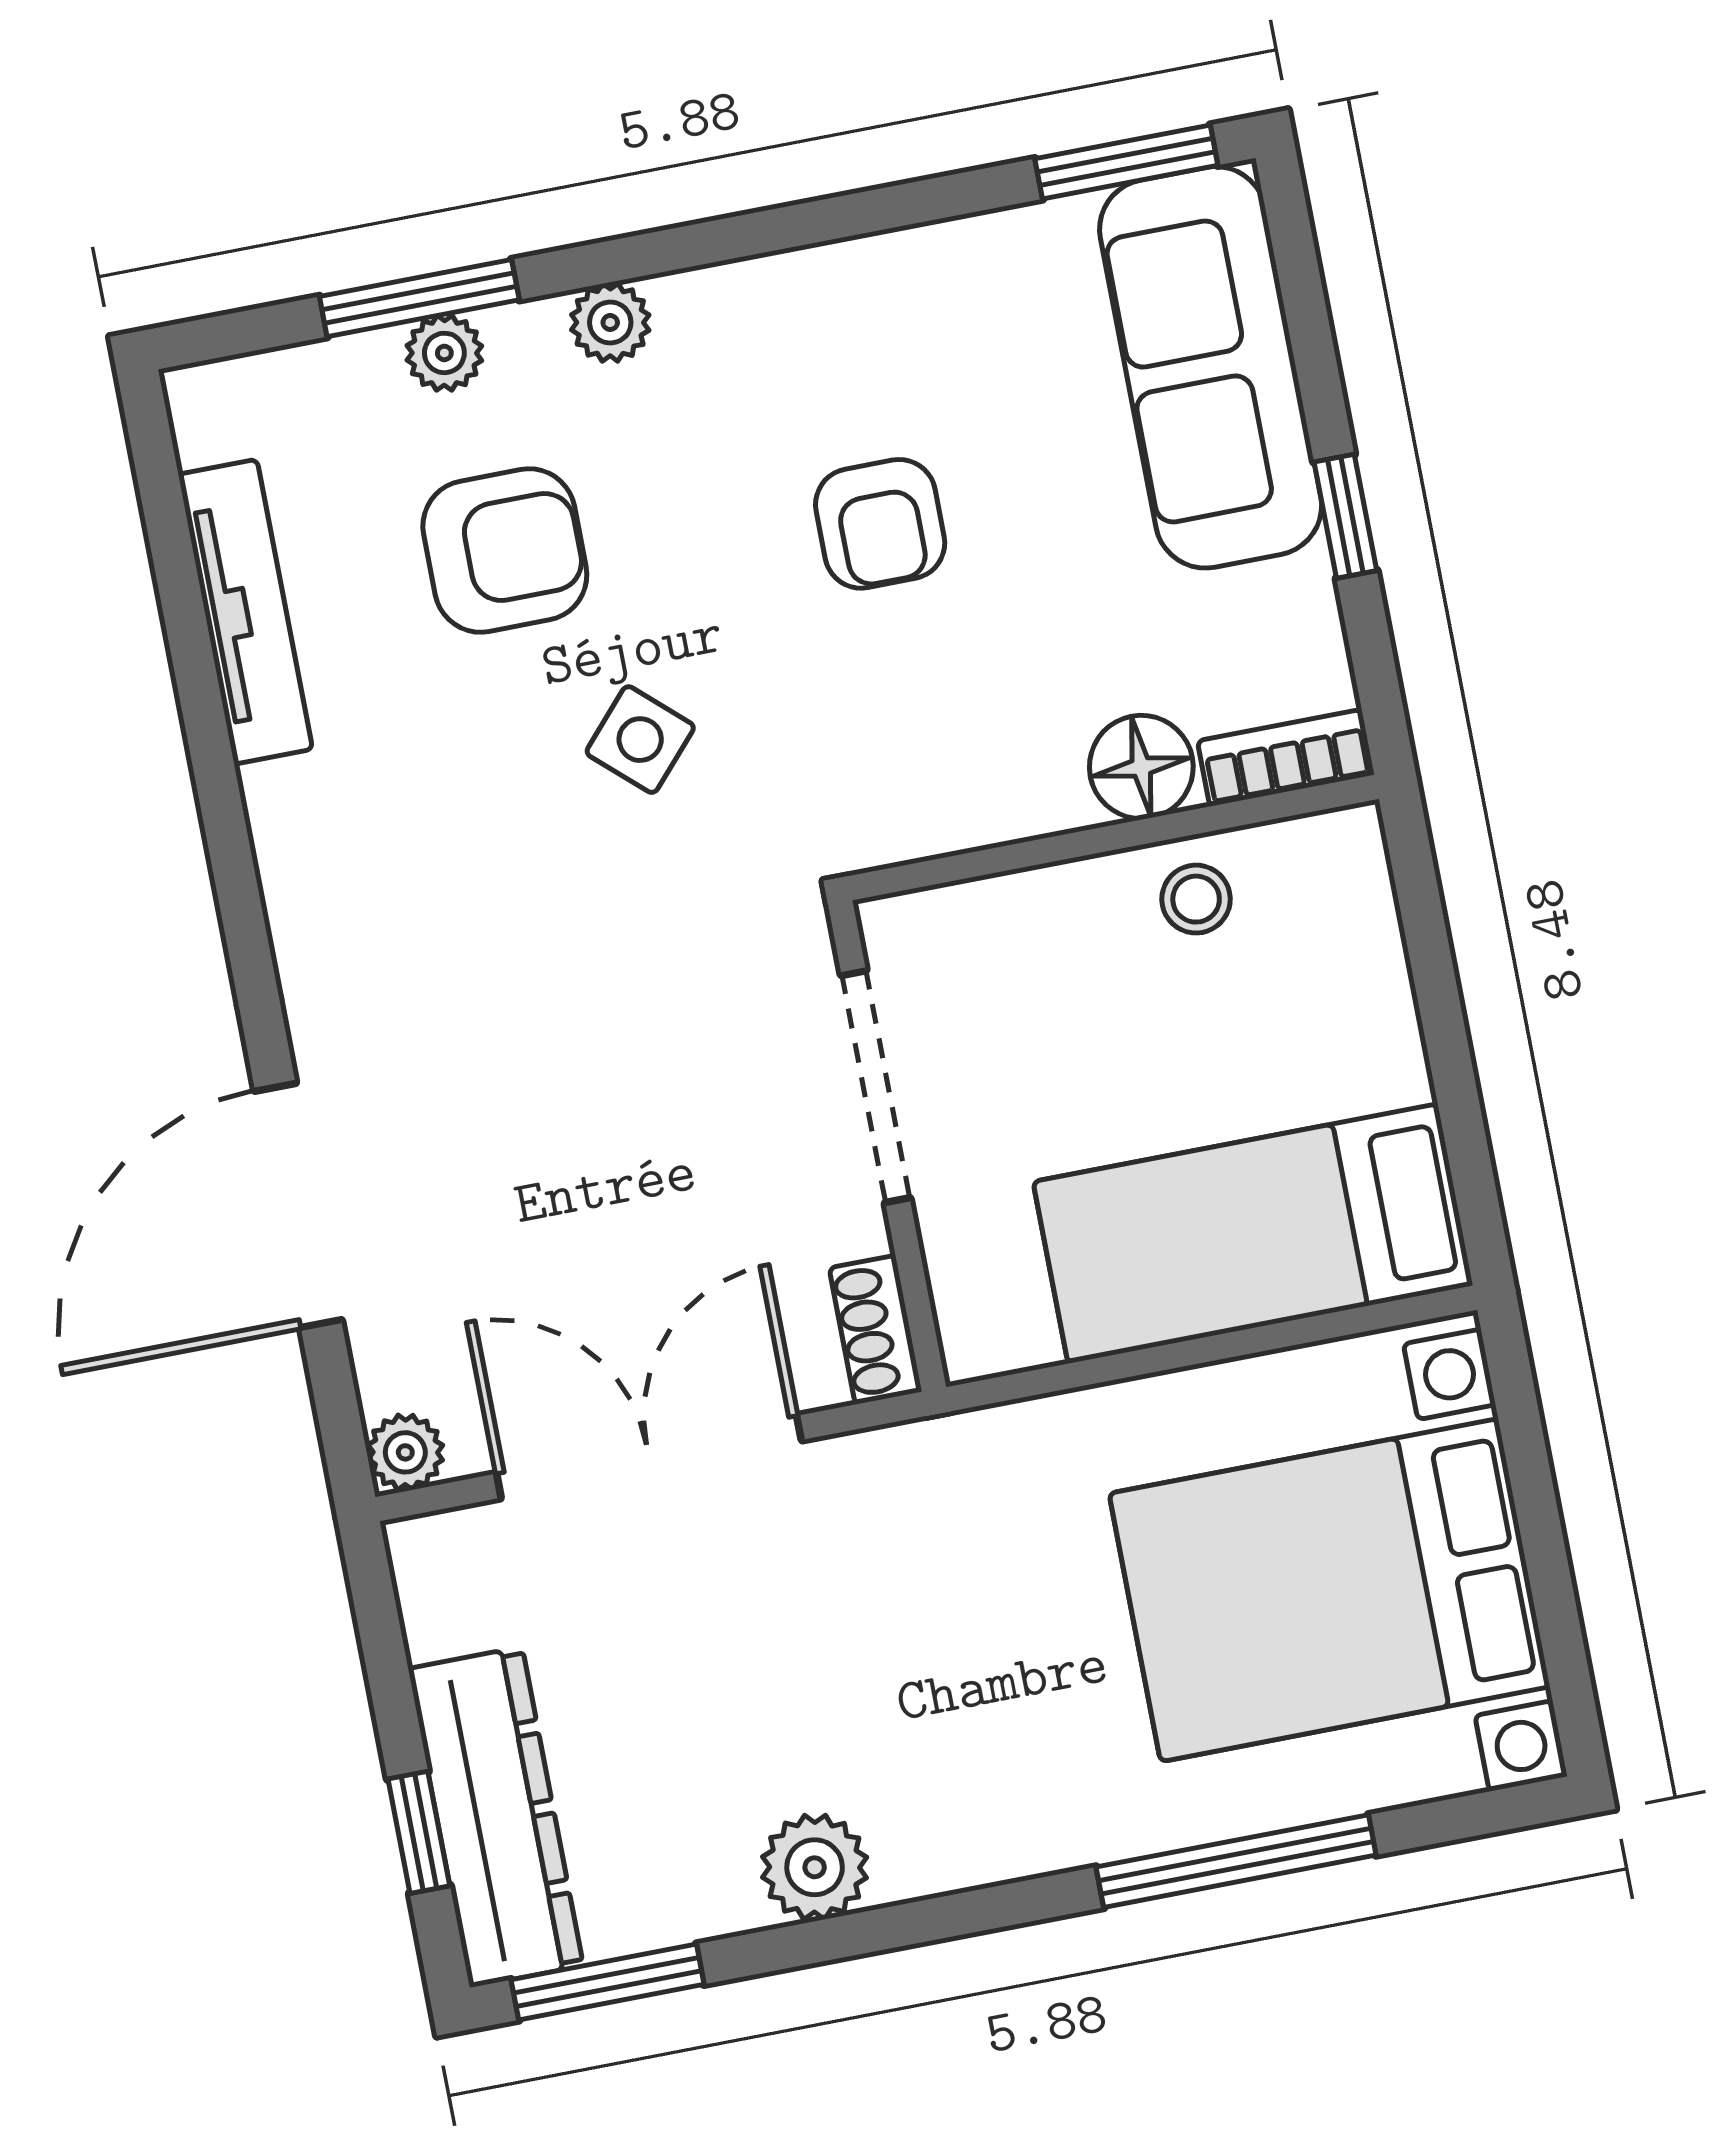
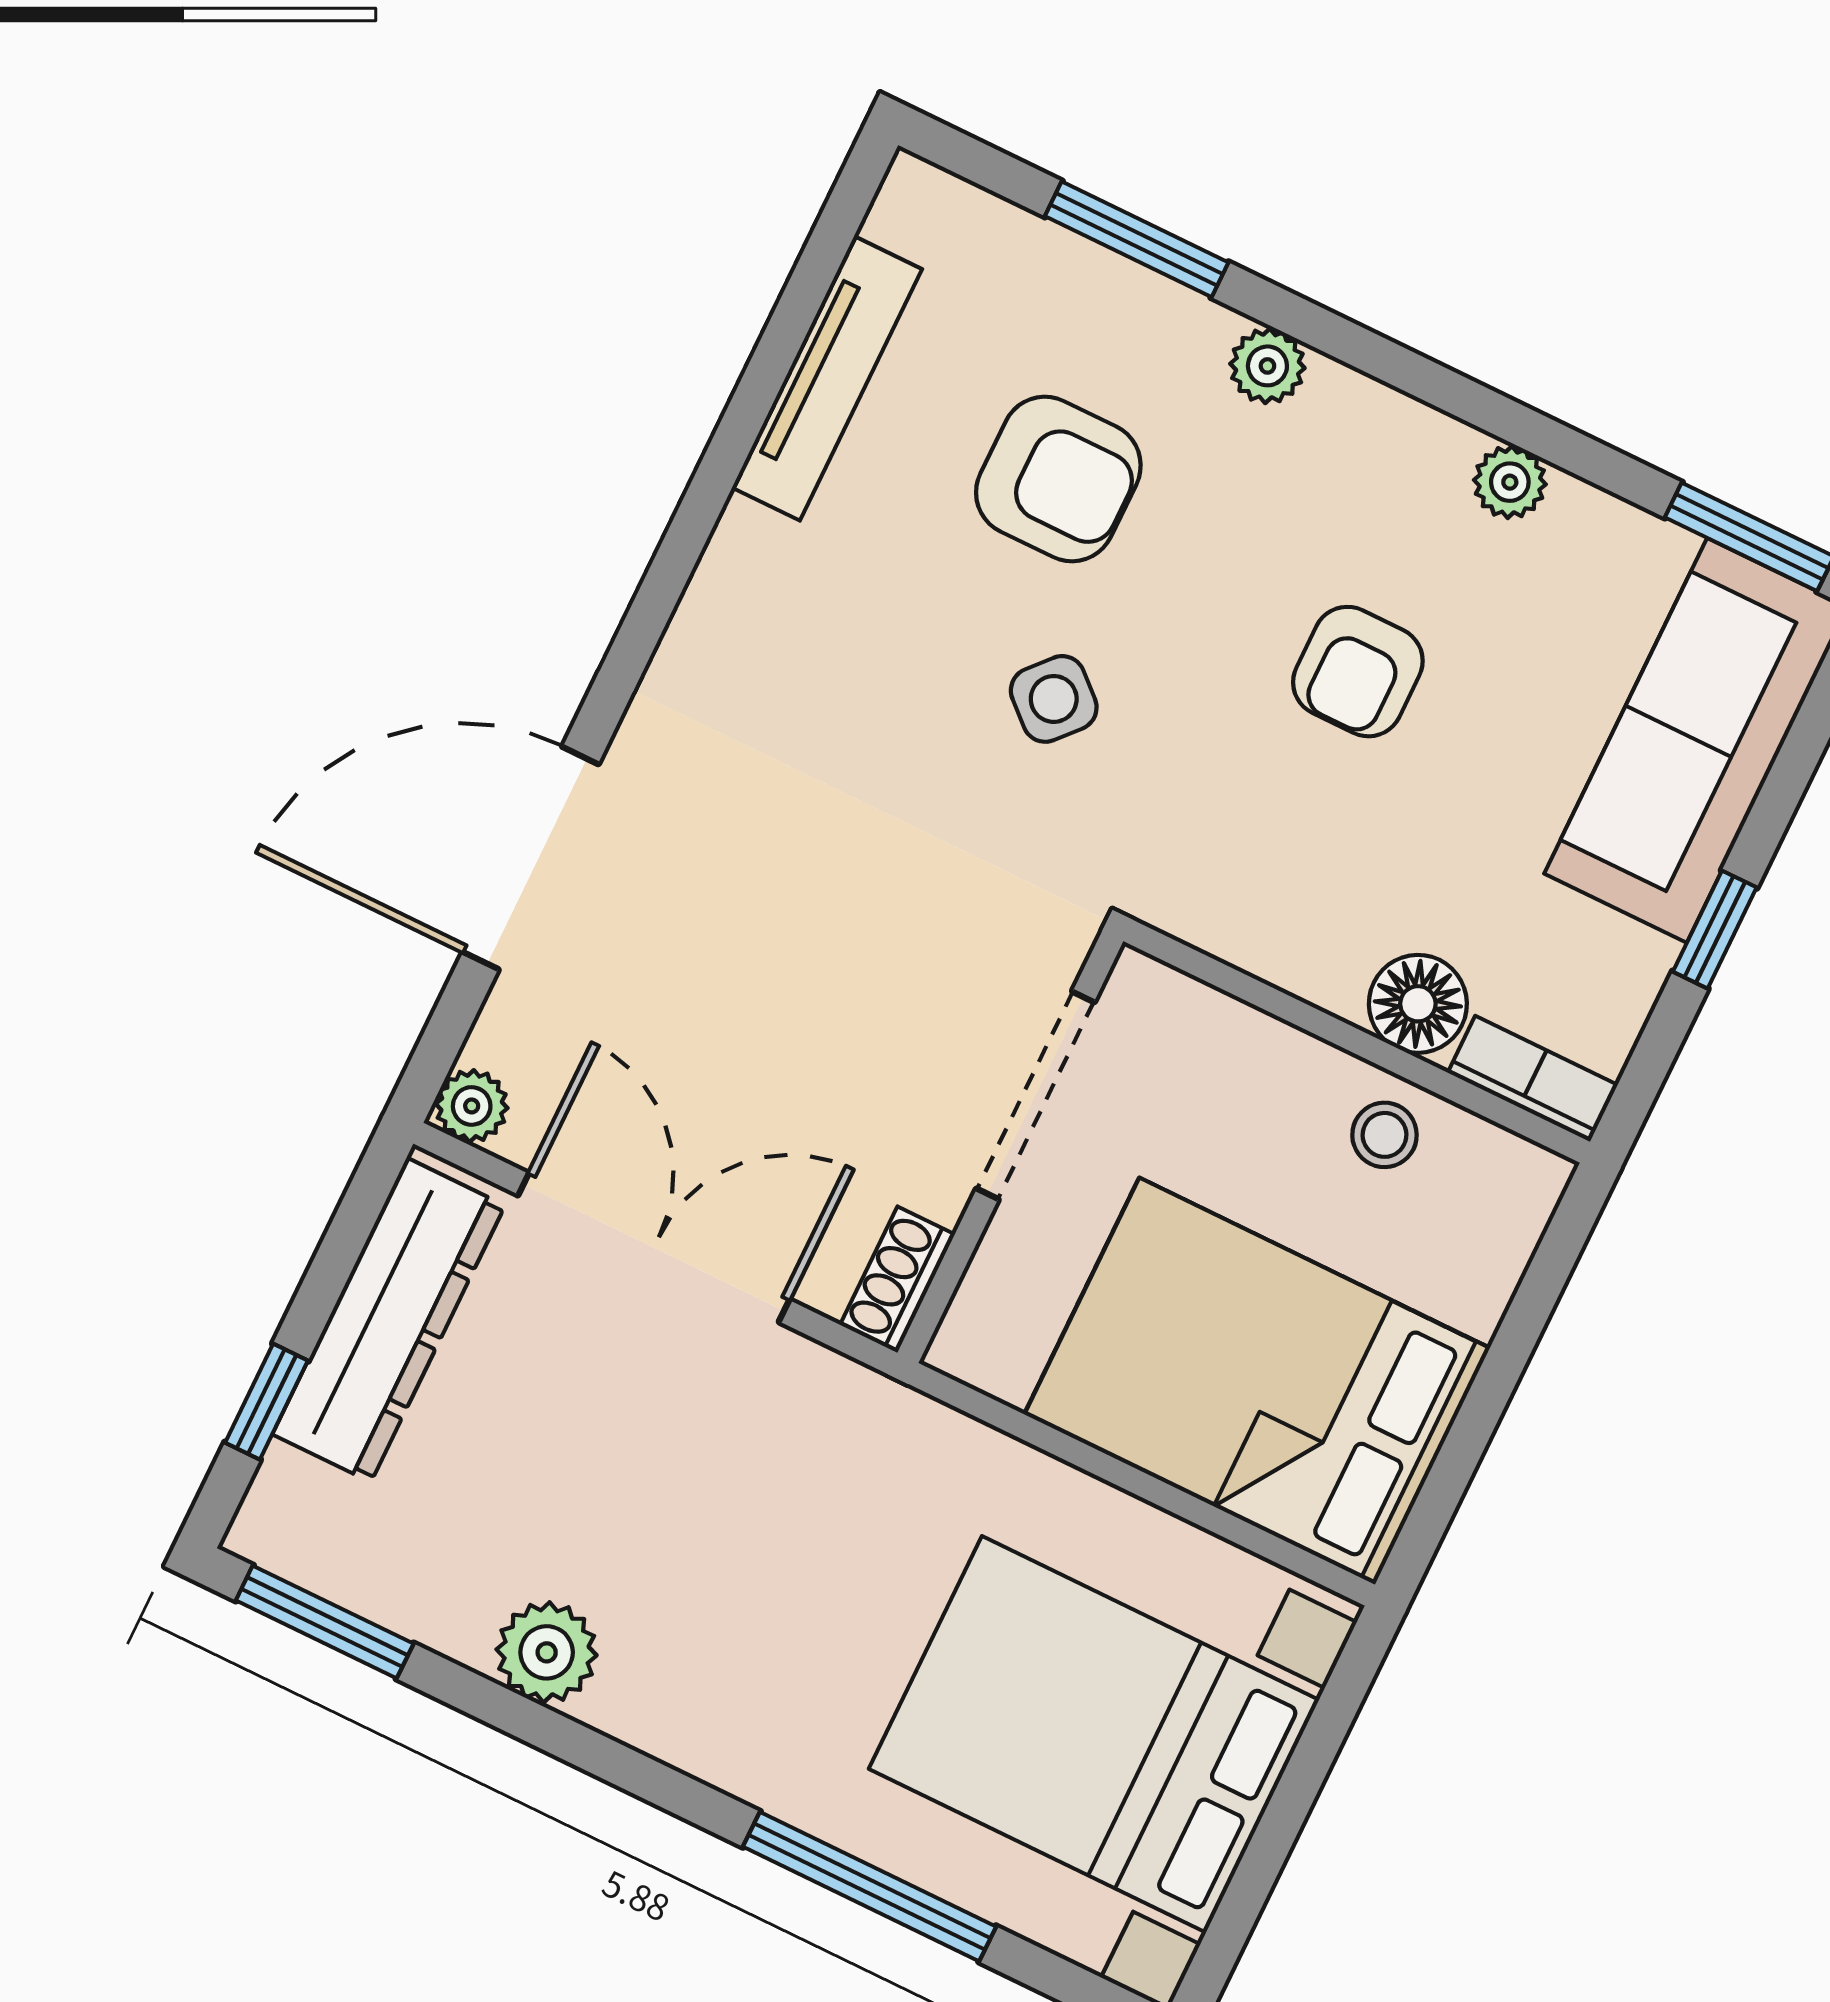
plant: (444, 353) -> (1510, 482), moved
bed: (1253, 1234) -> (1257, 1381), width x1.50
dresser: (496, 1817) -> (389, 1320), moved

